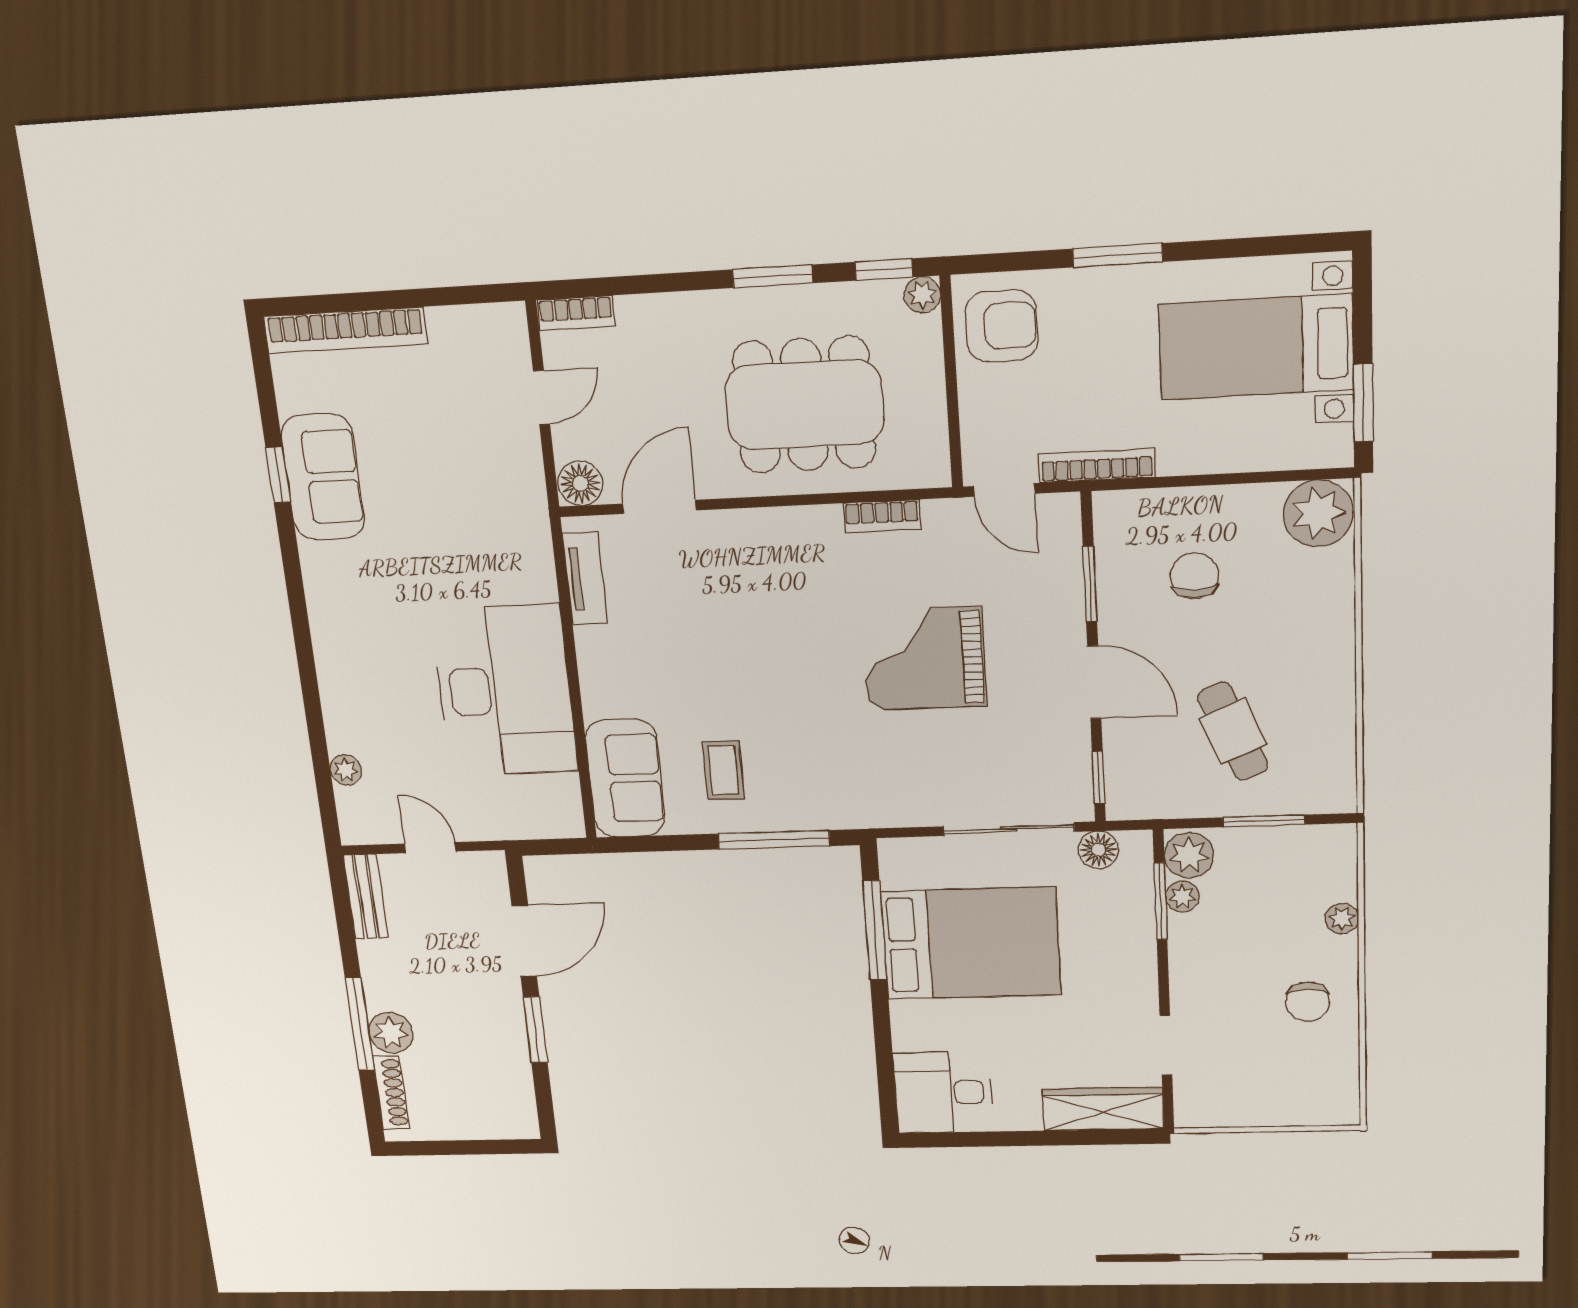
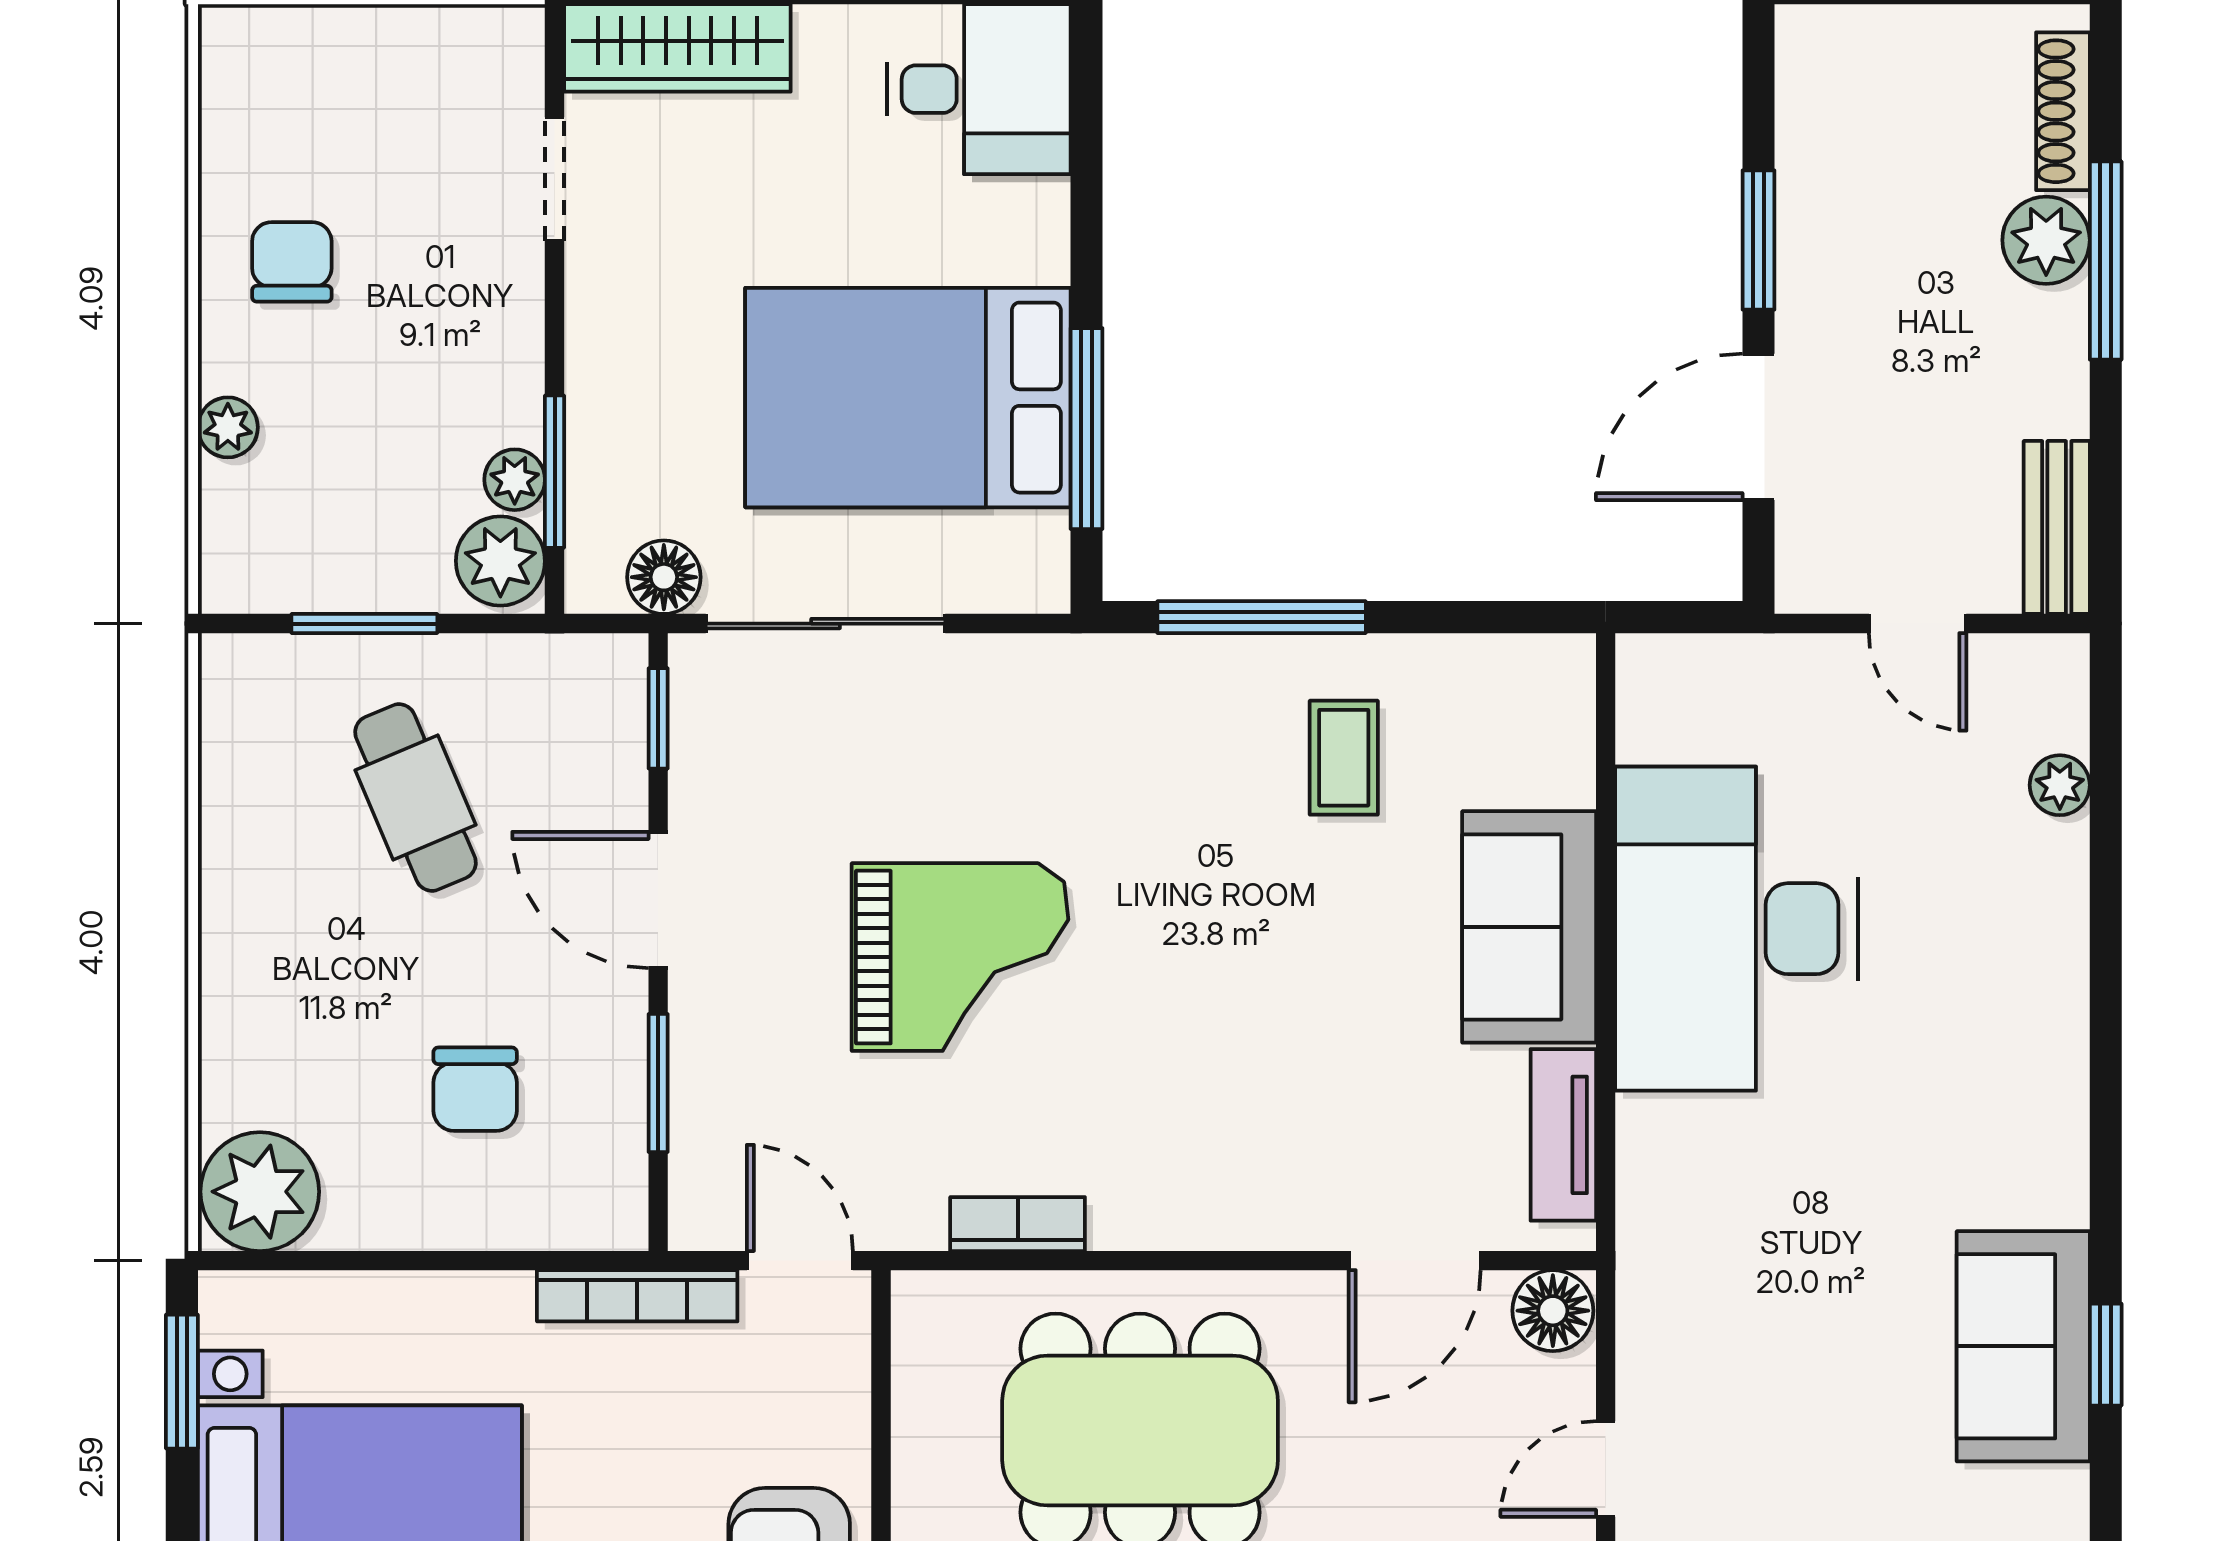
sofa: (625, 778) -> (1529, 927), moved

